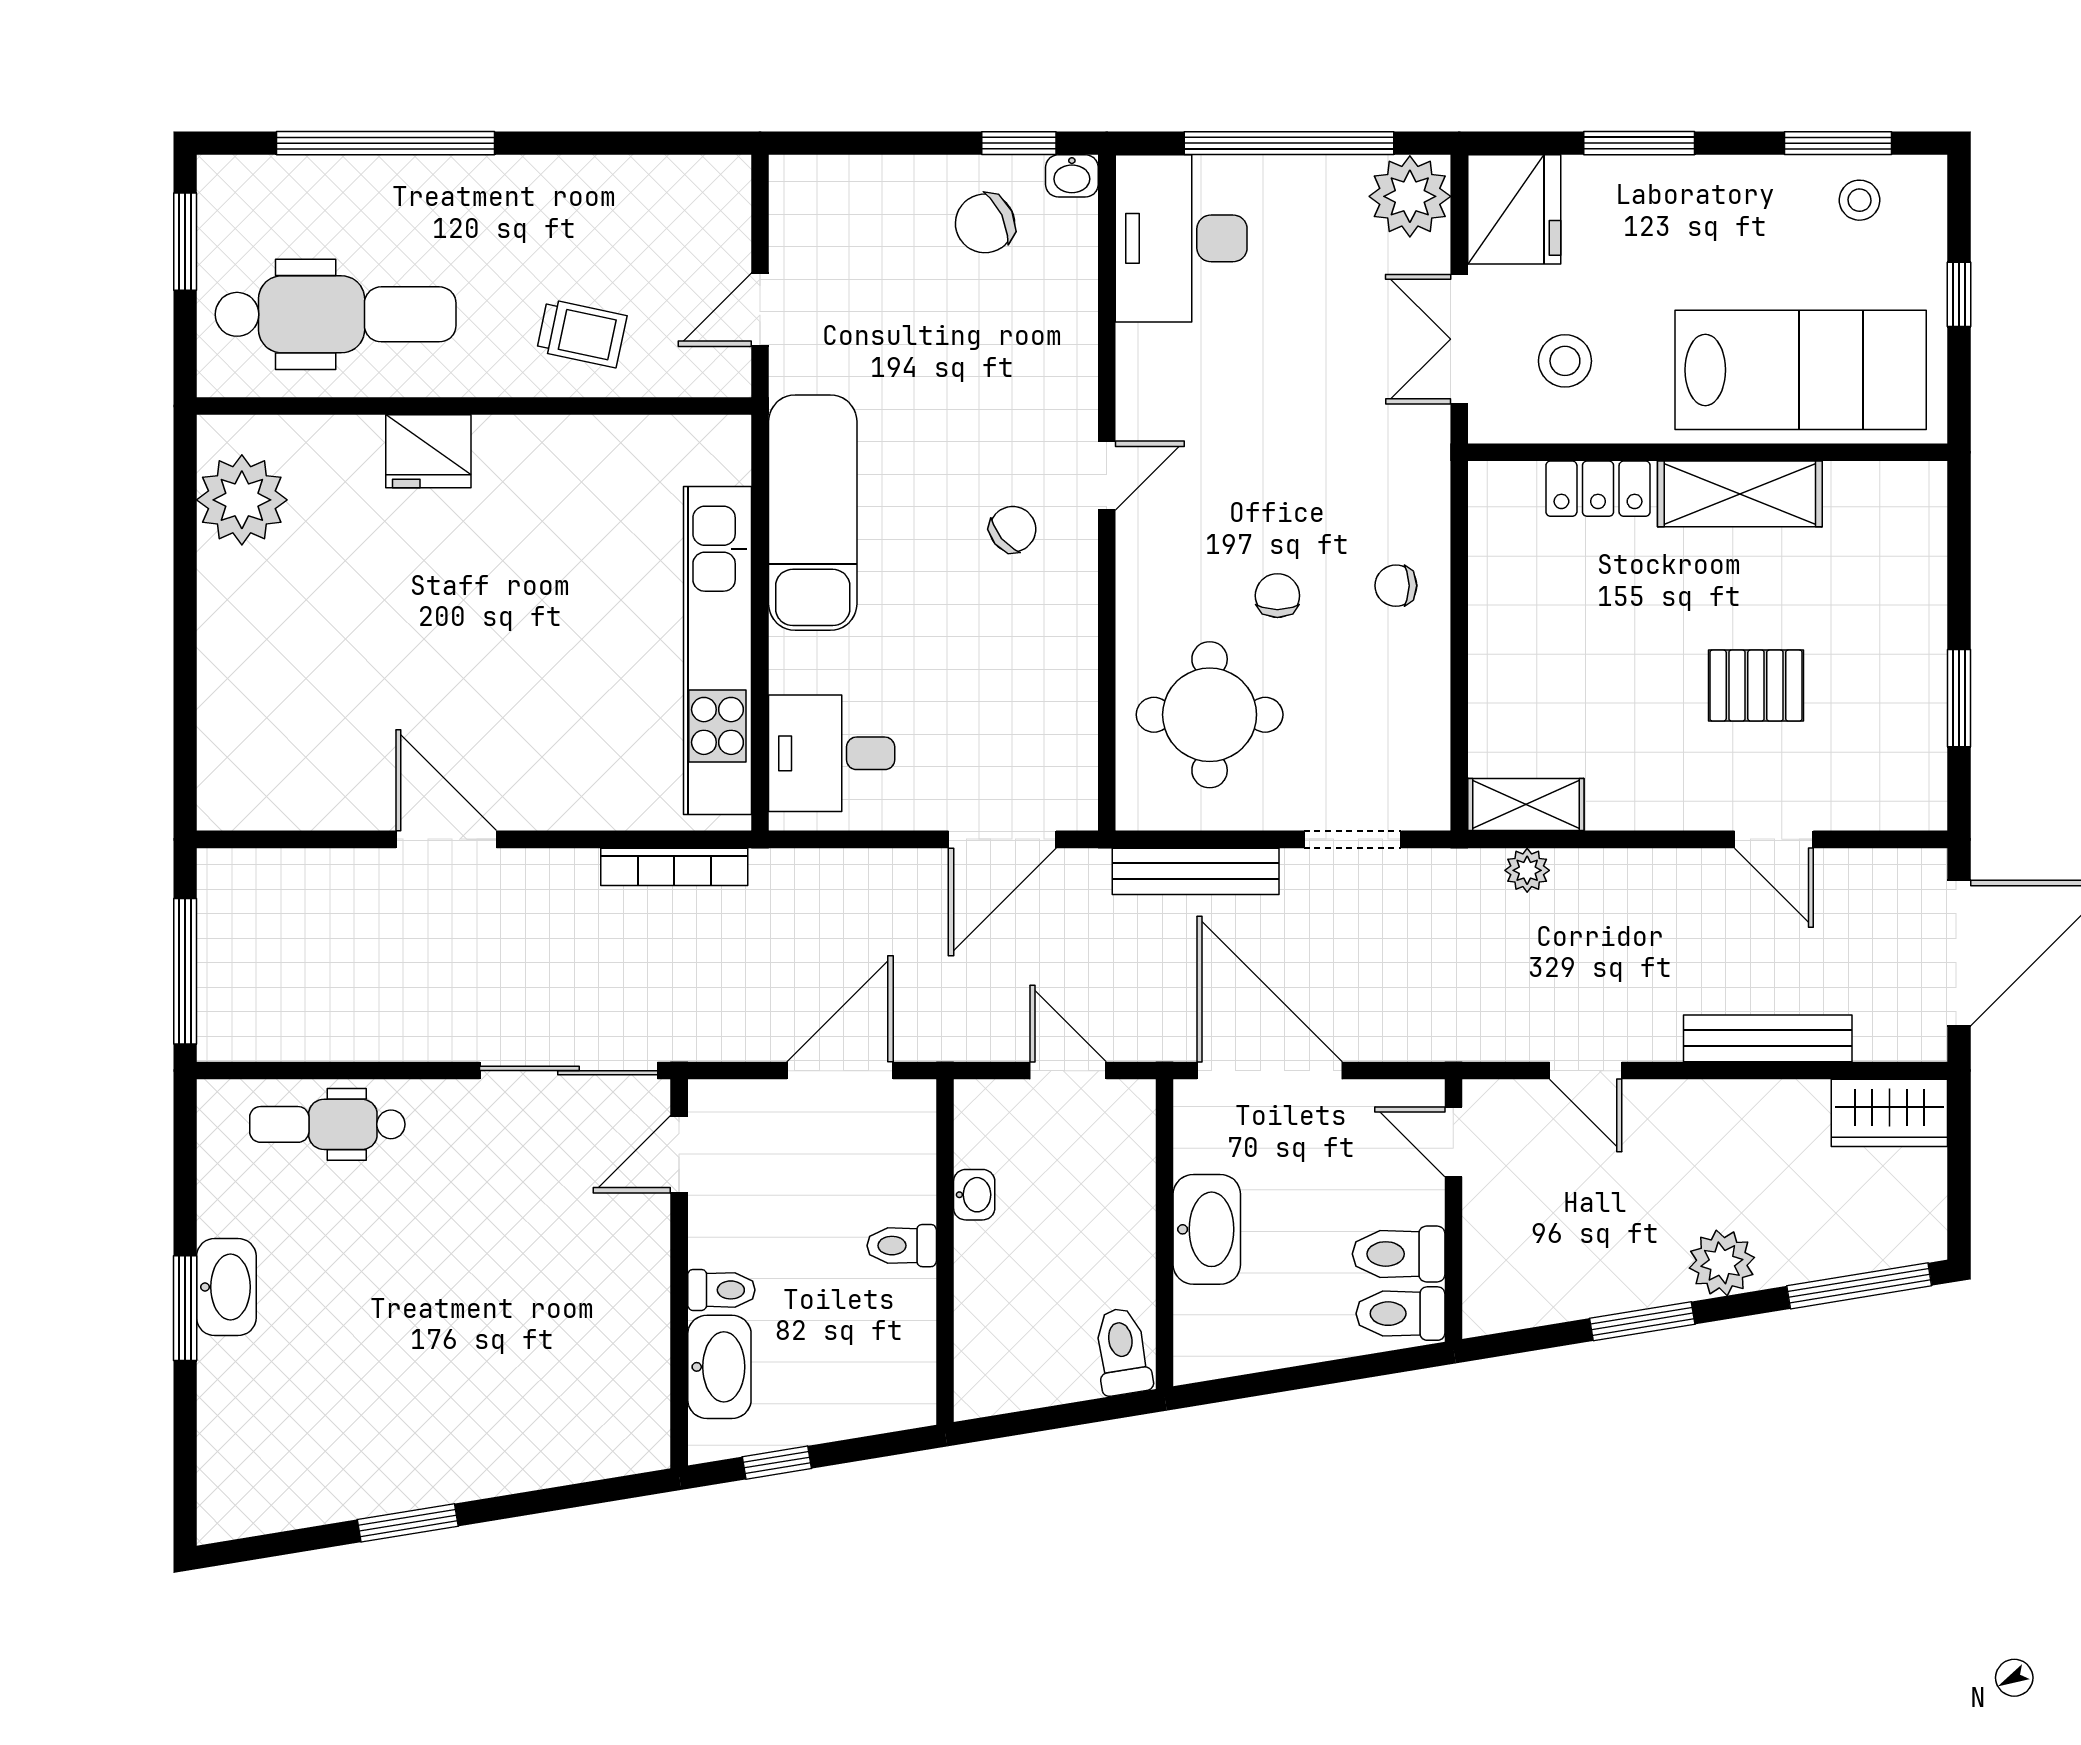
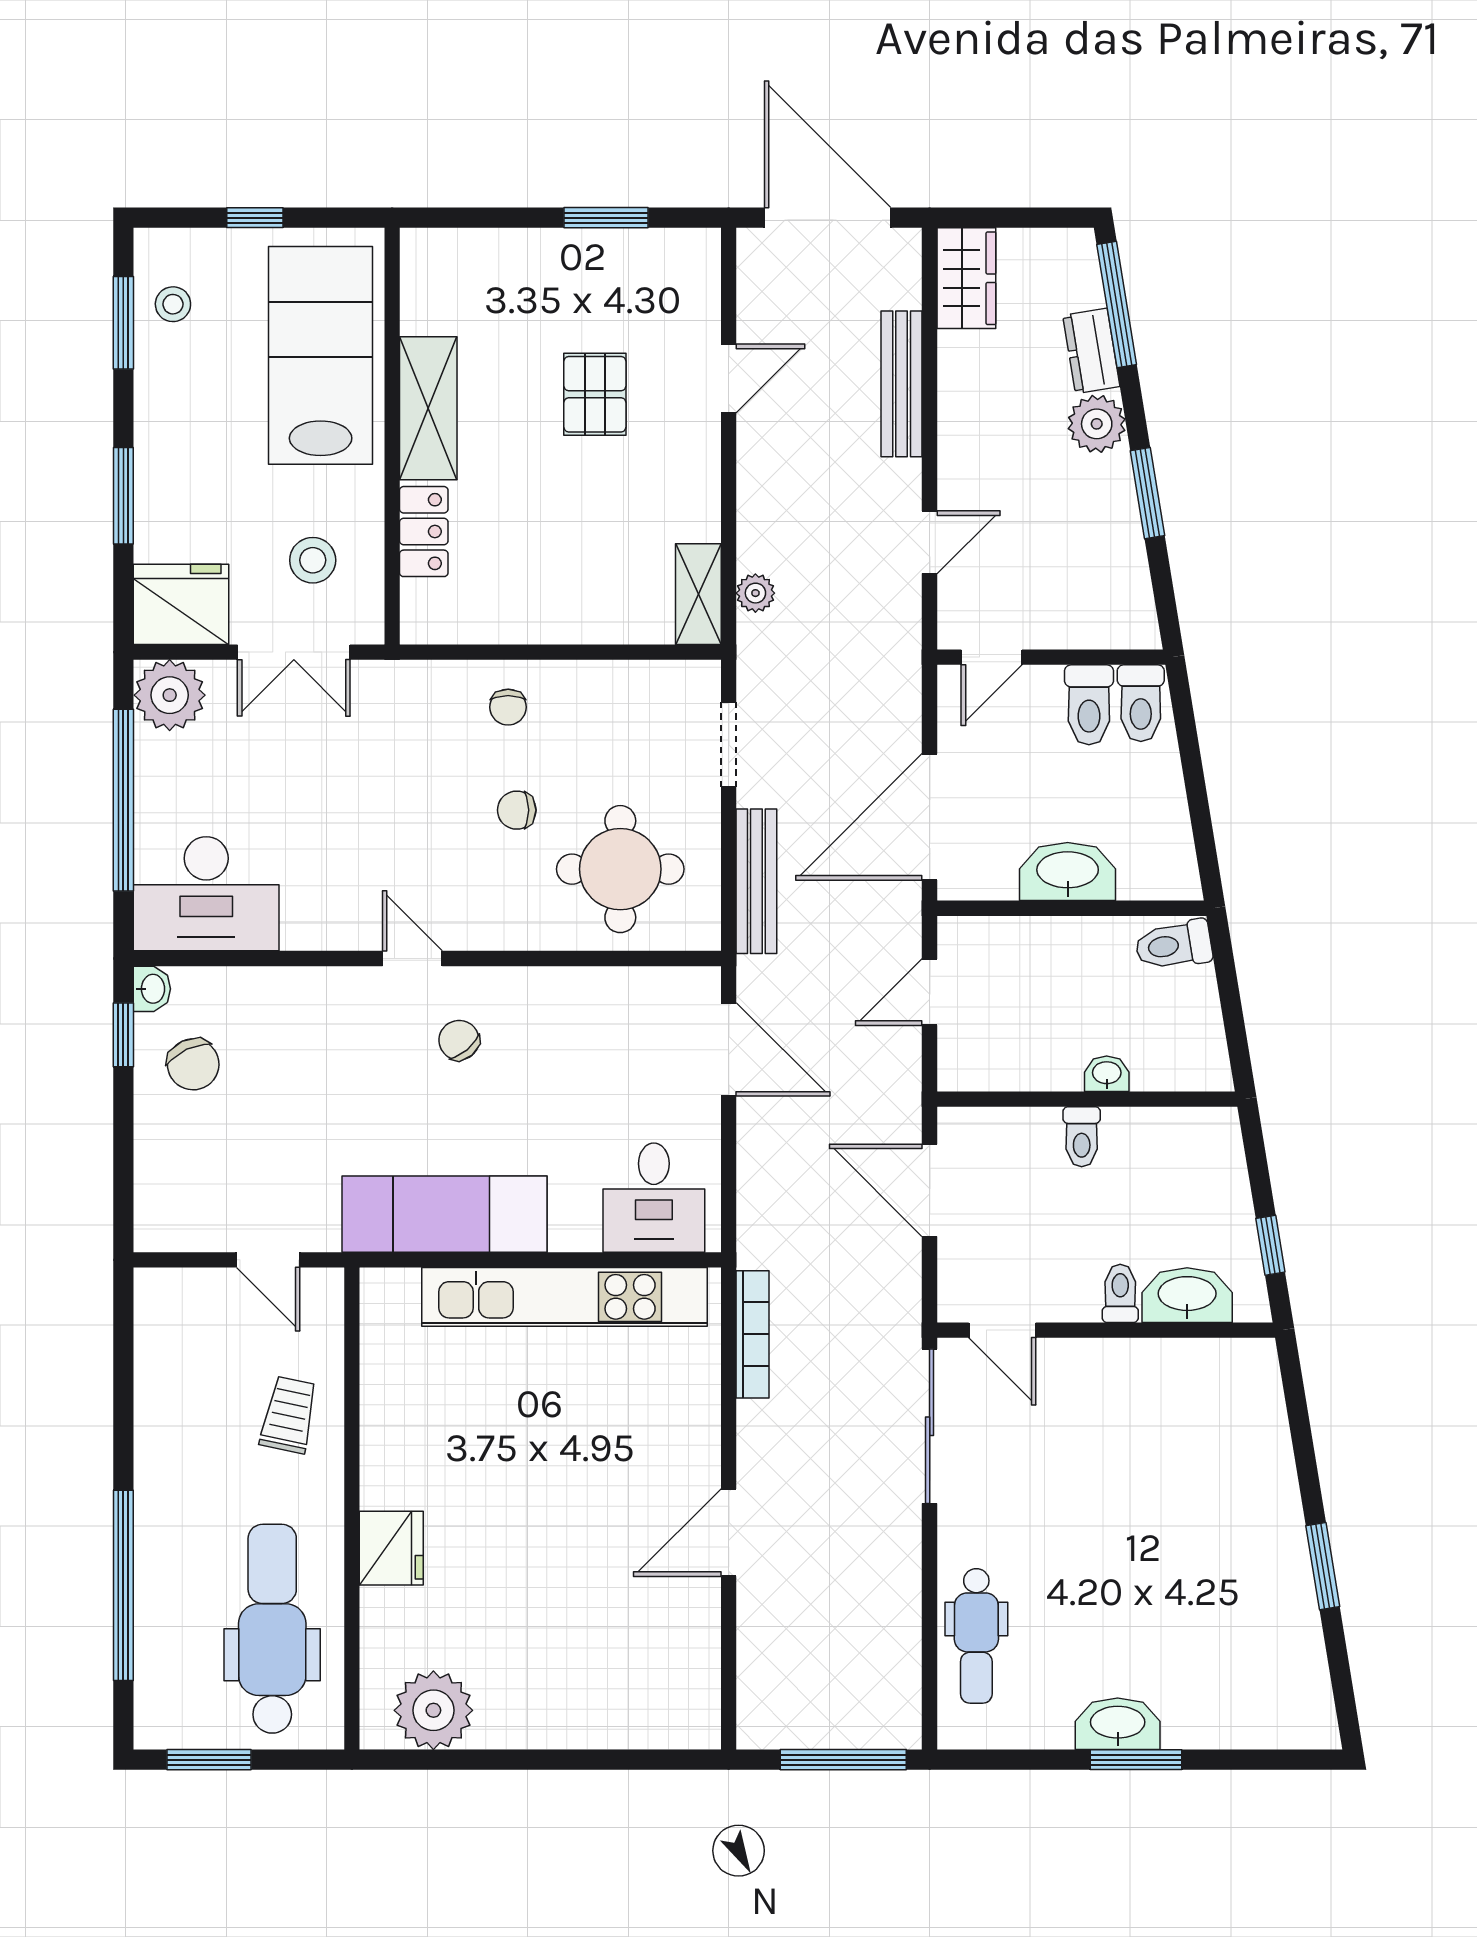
washbasin: (974, 1195) -> (1107, 1074), moved
dresser: (1806, 1257) -> (1091, 351), added

